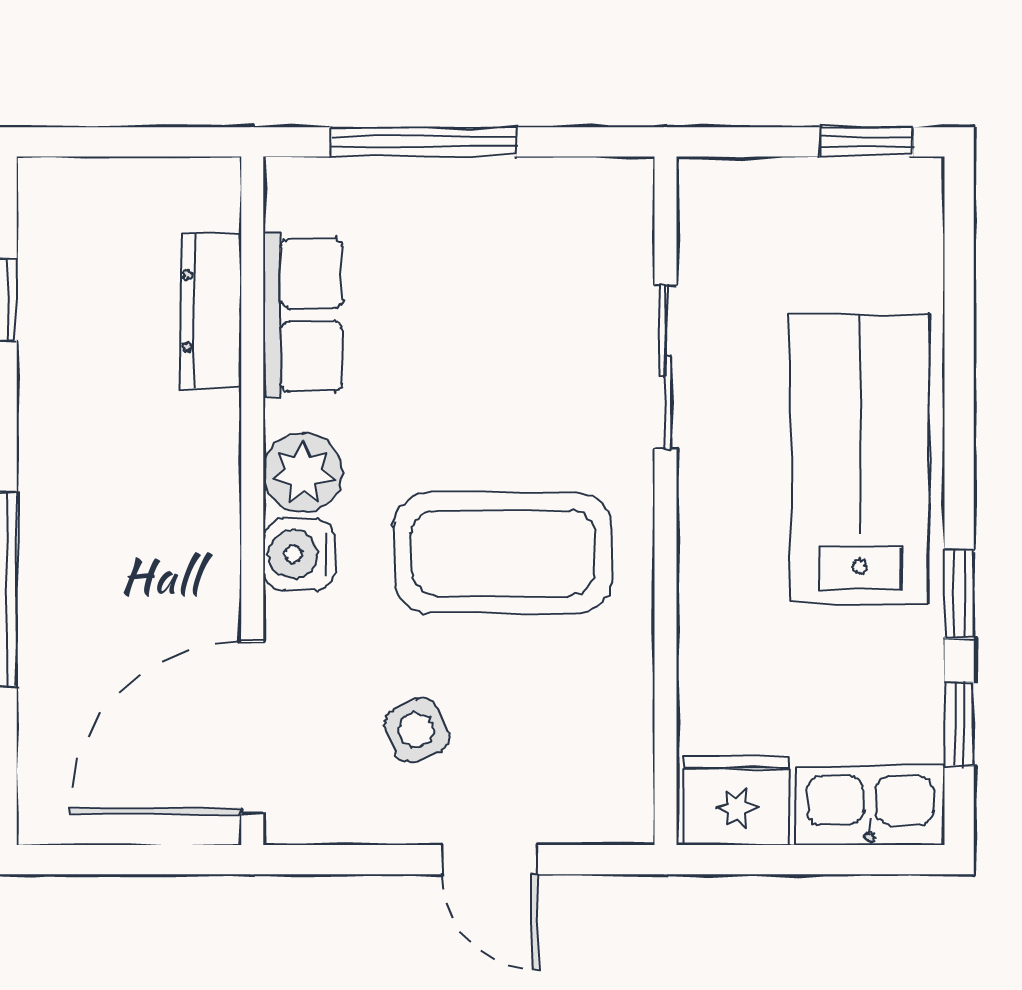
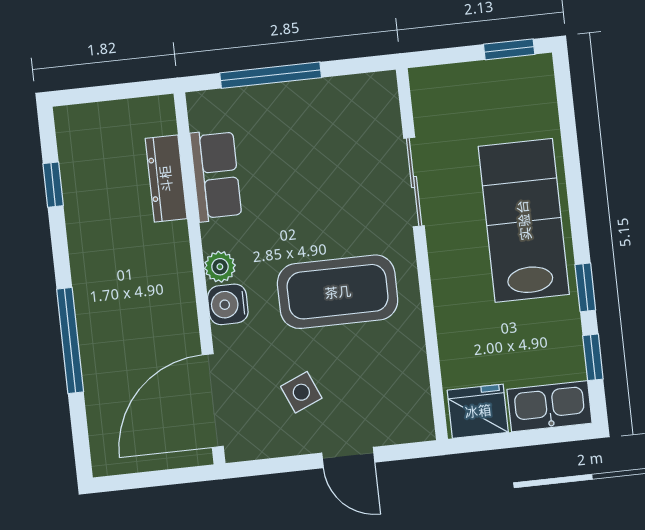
plant: (303, 473) -> (220, 267), width x0.73, depth x0.73

